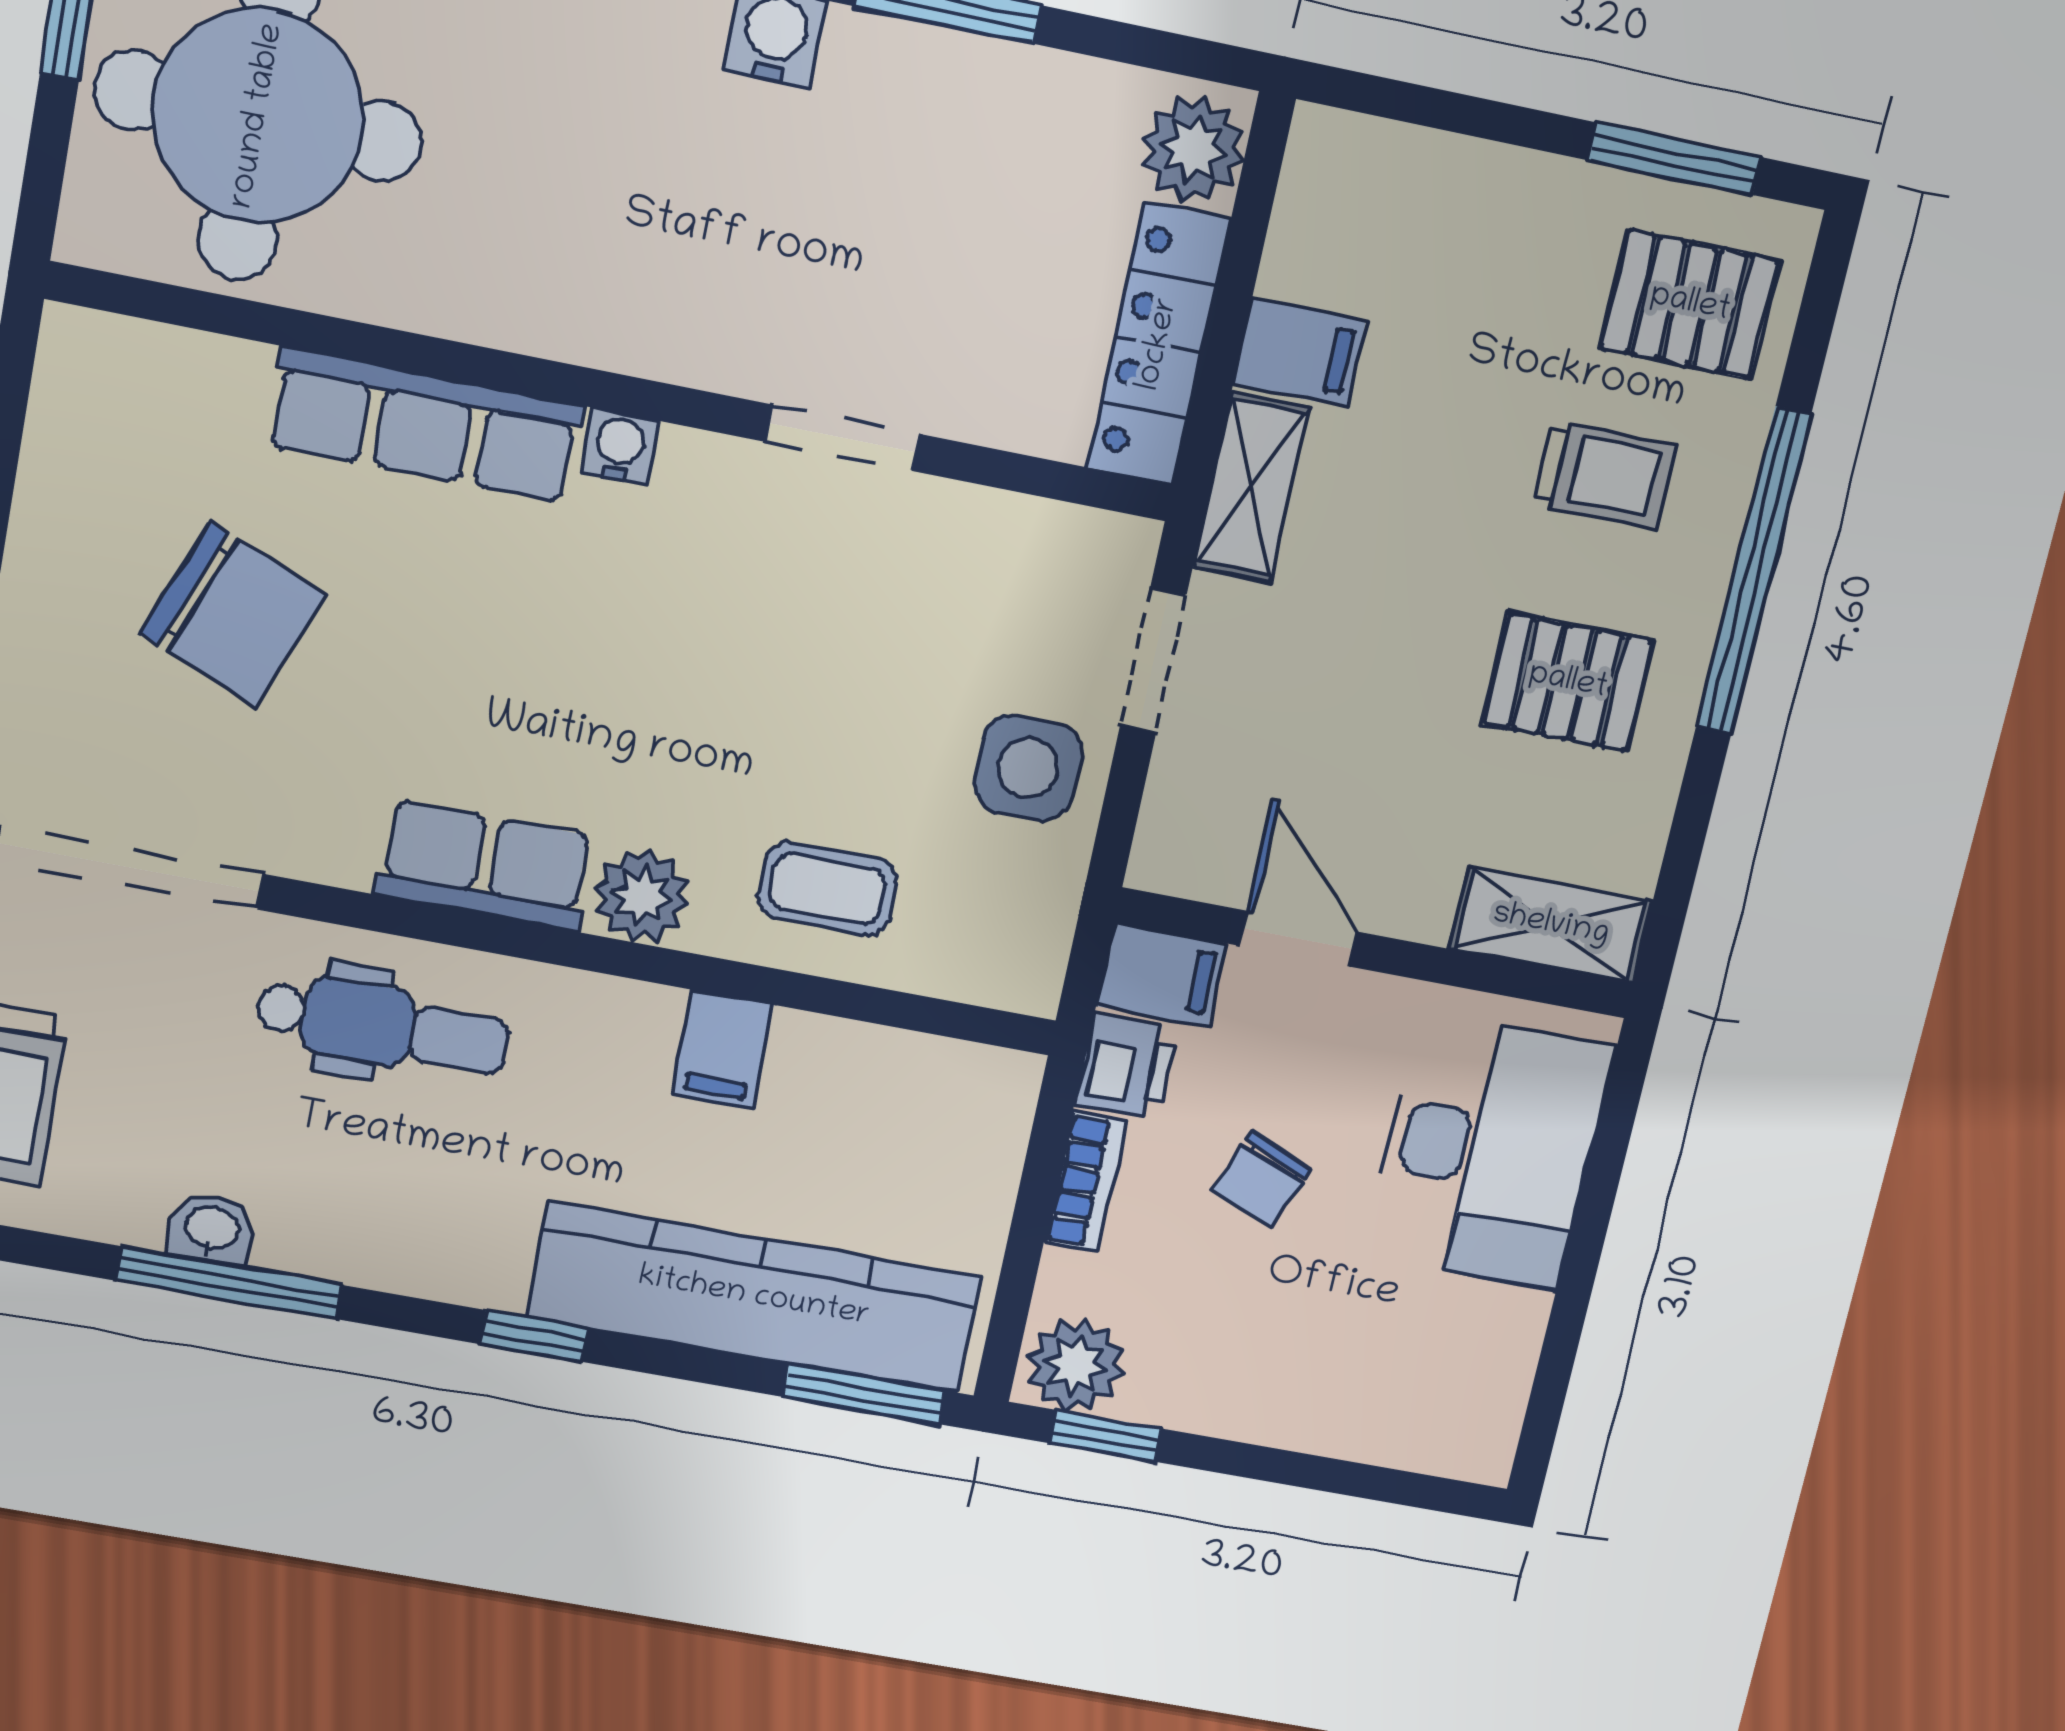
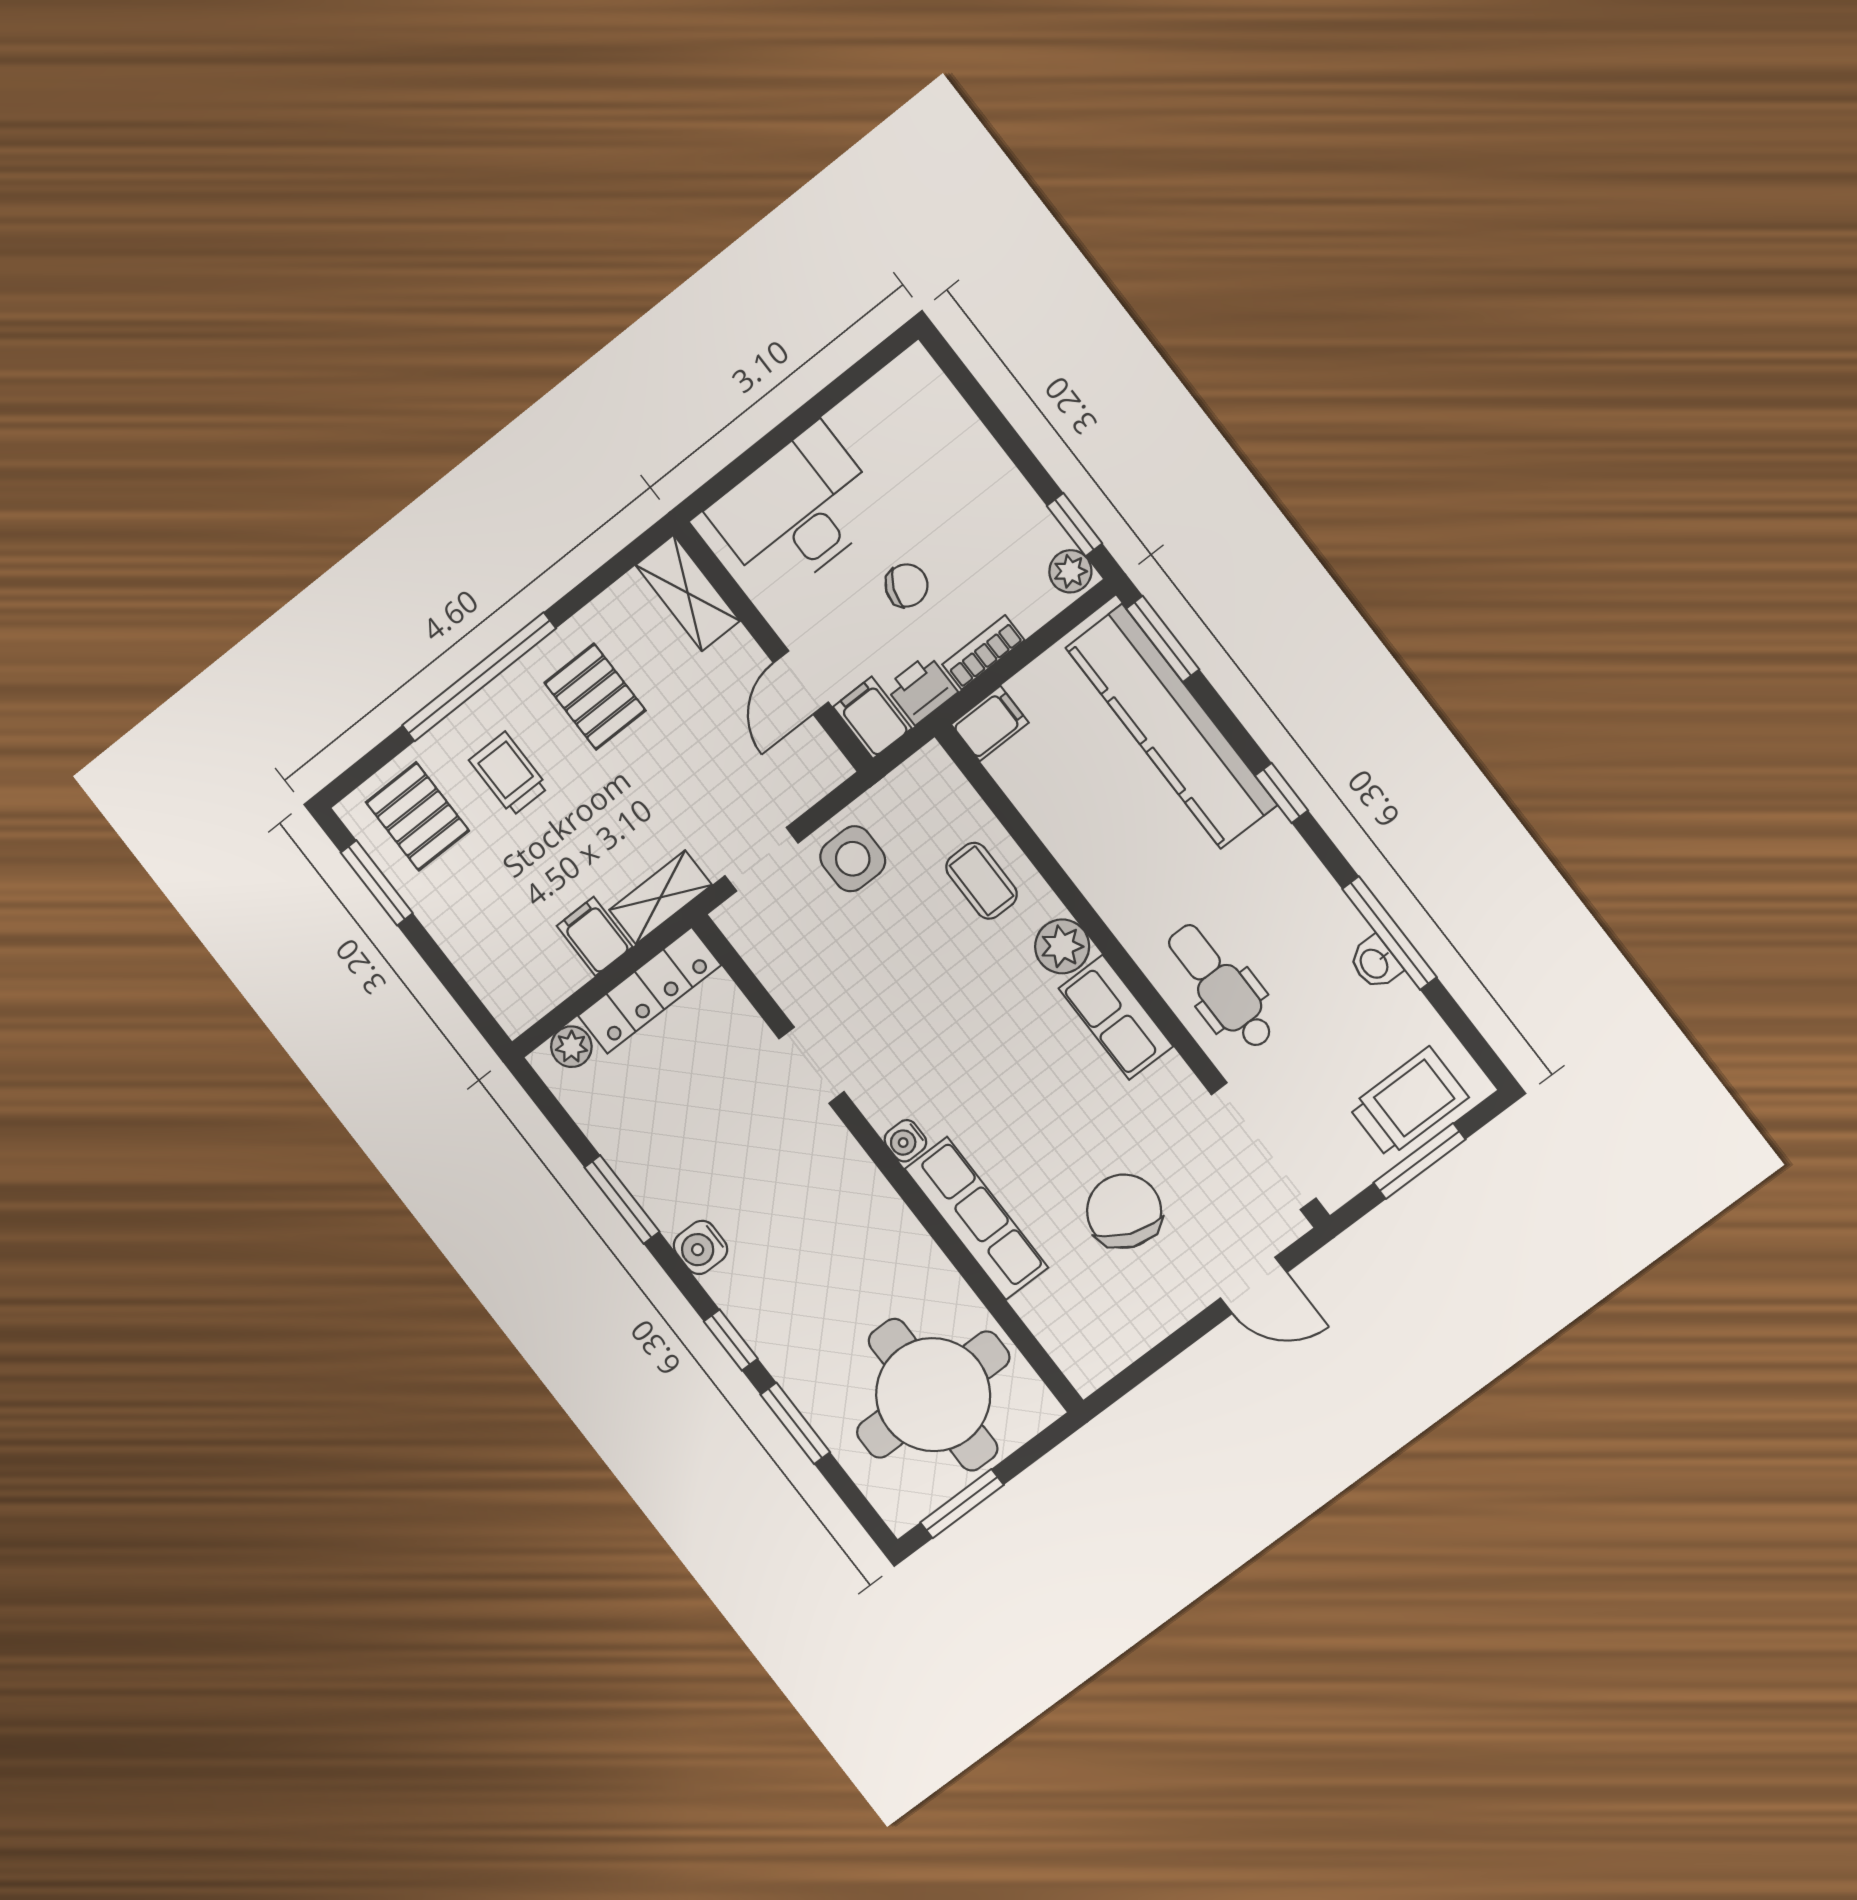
plant: (1193, 149) -> (571, 1047), width x0.73, depth x0.73
filing cabinet: (722, 1050) -> (990, 724), moved
plant: (1076, 1365) -> (1070, 571), width x0.73, depth x0.73

